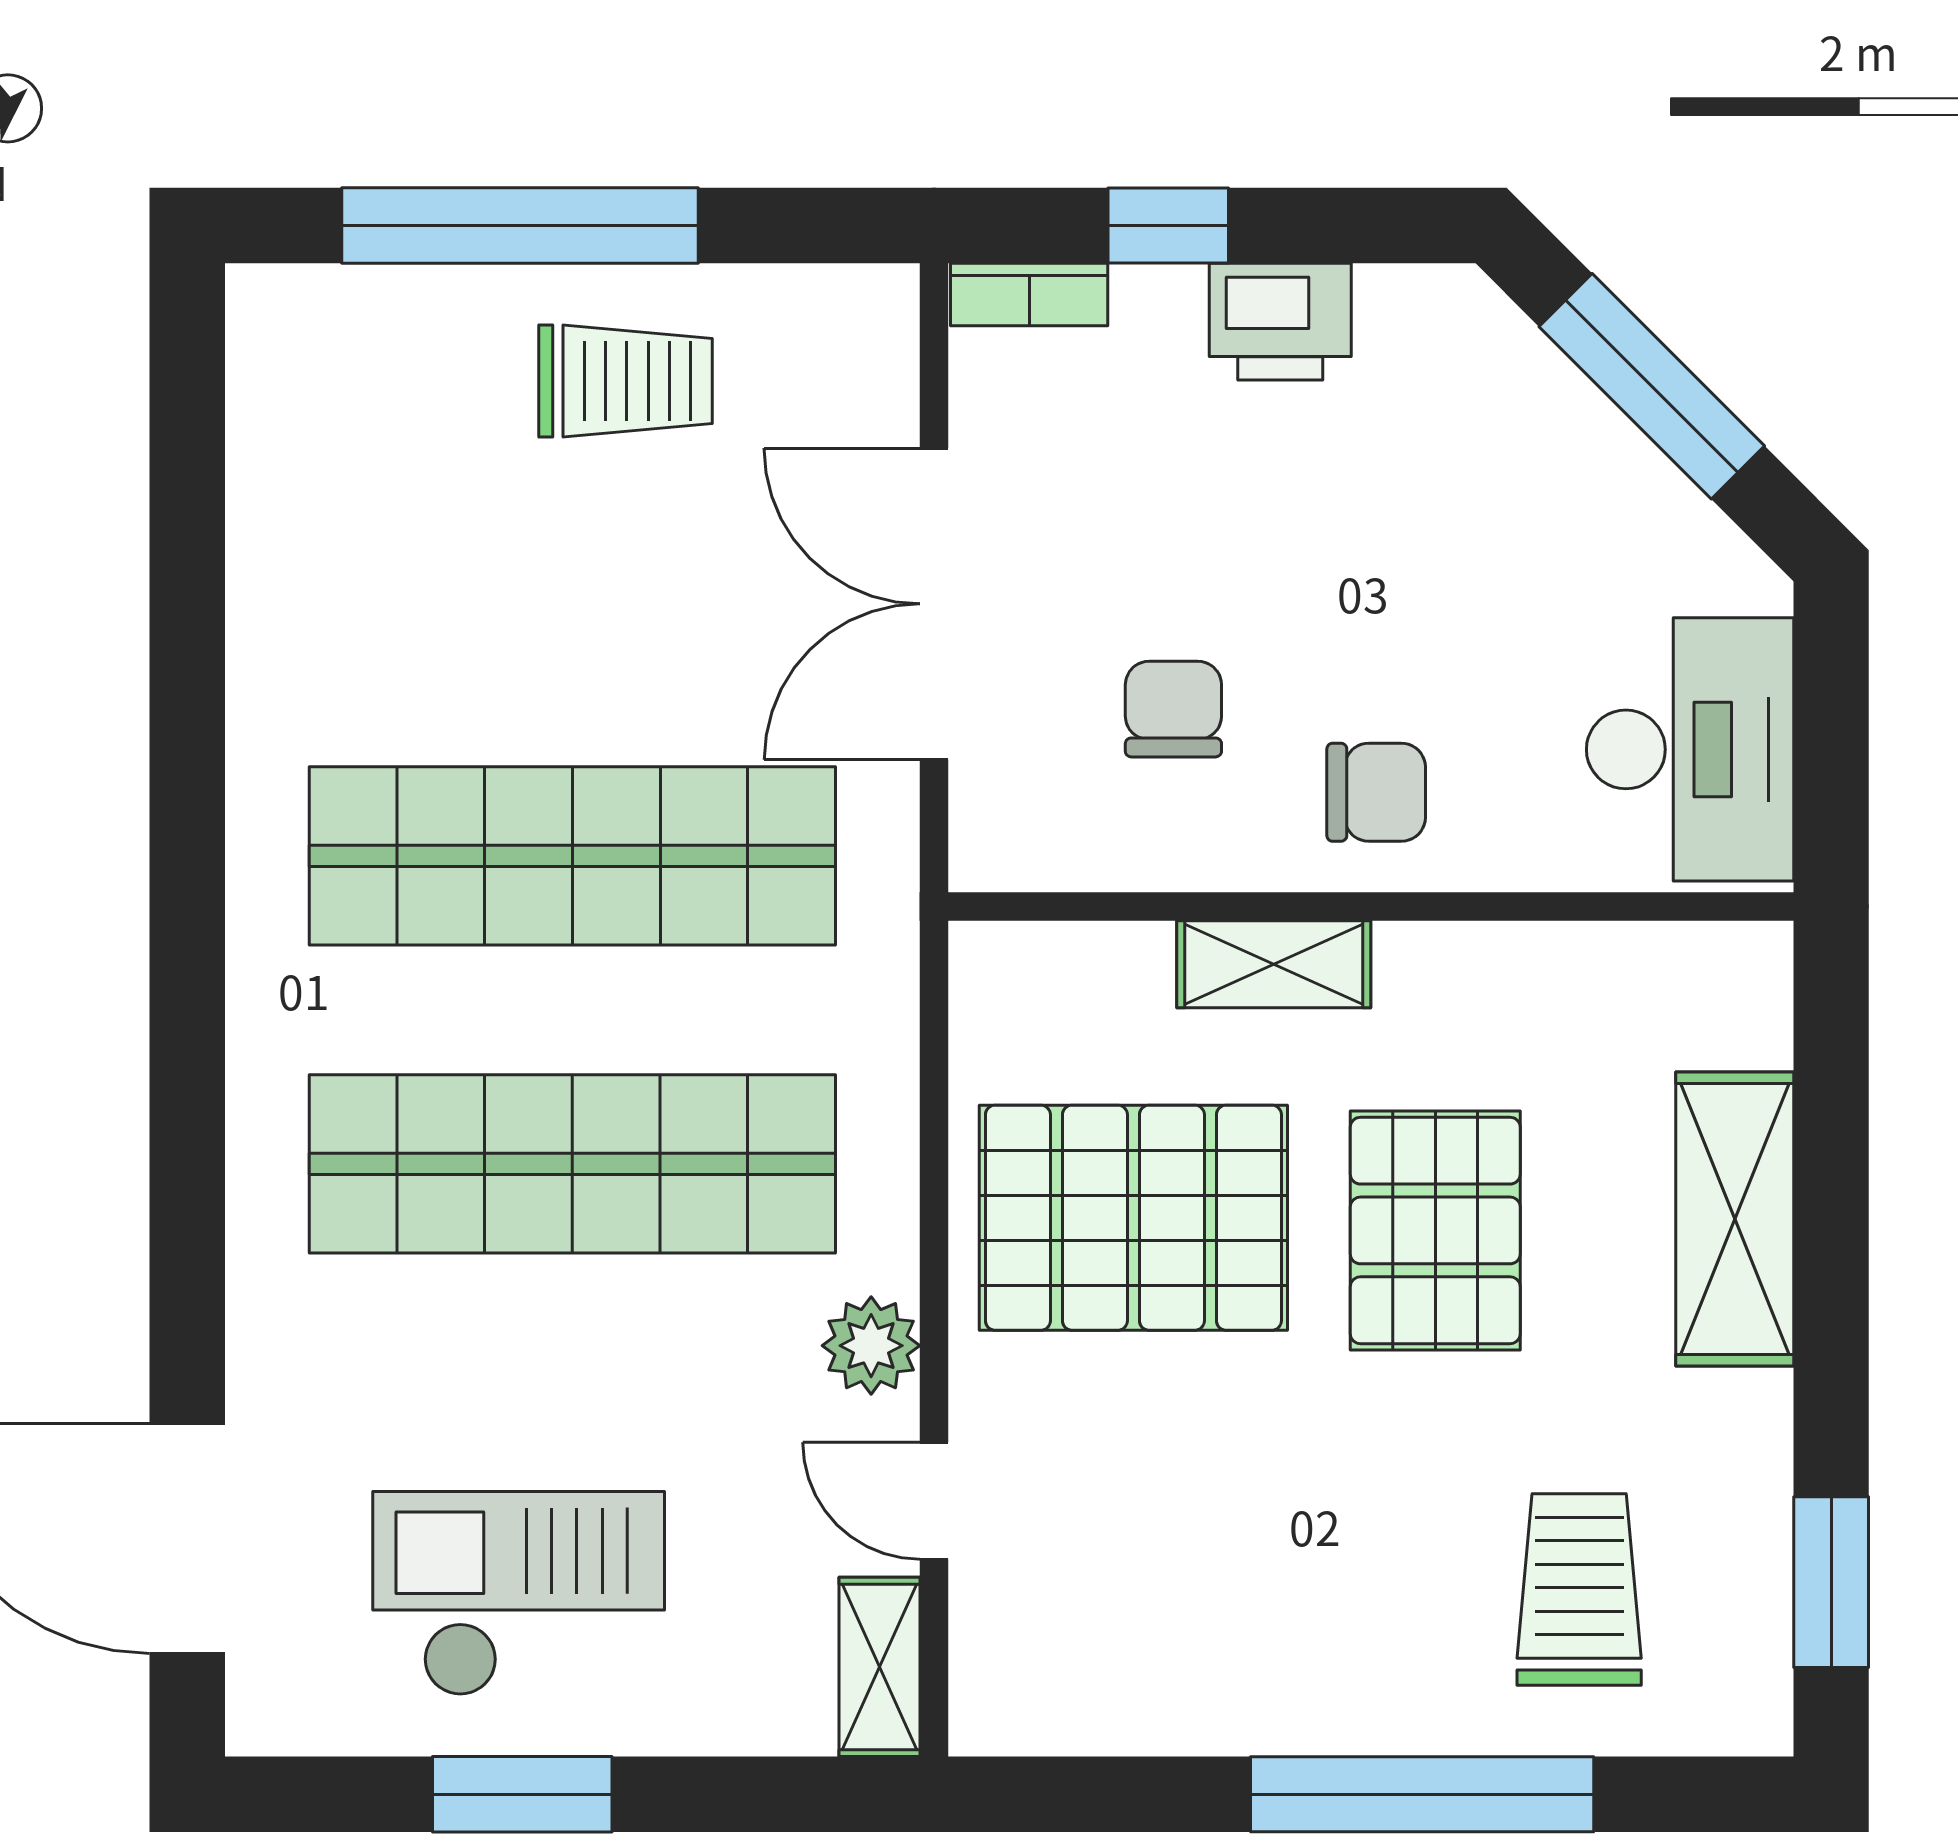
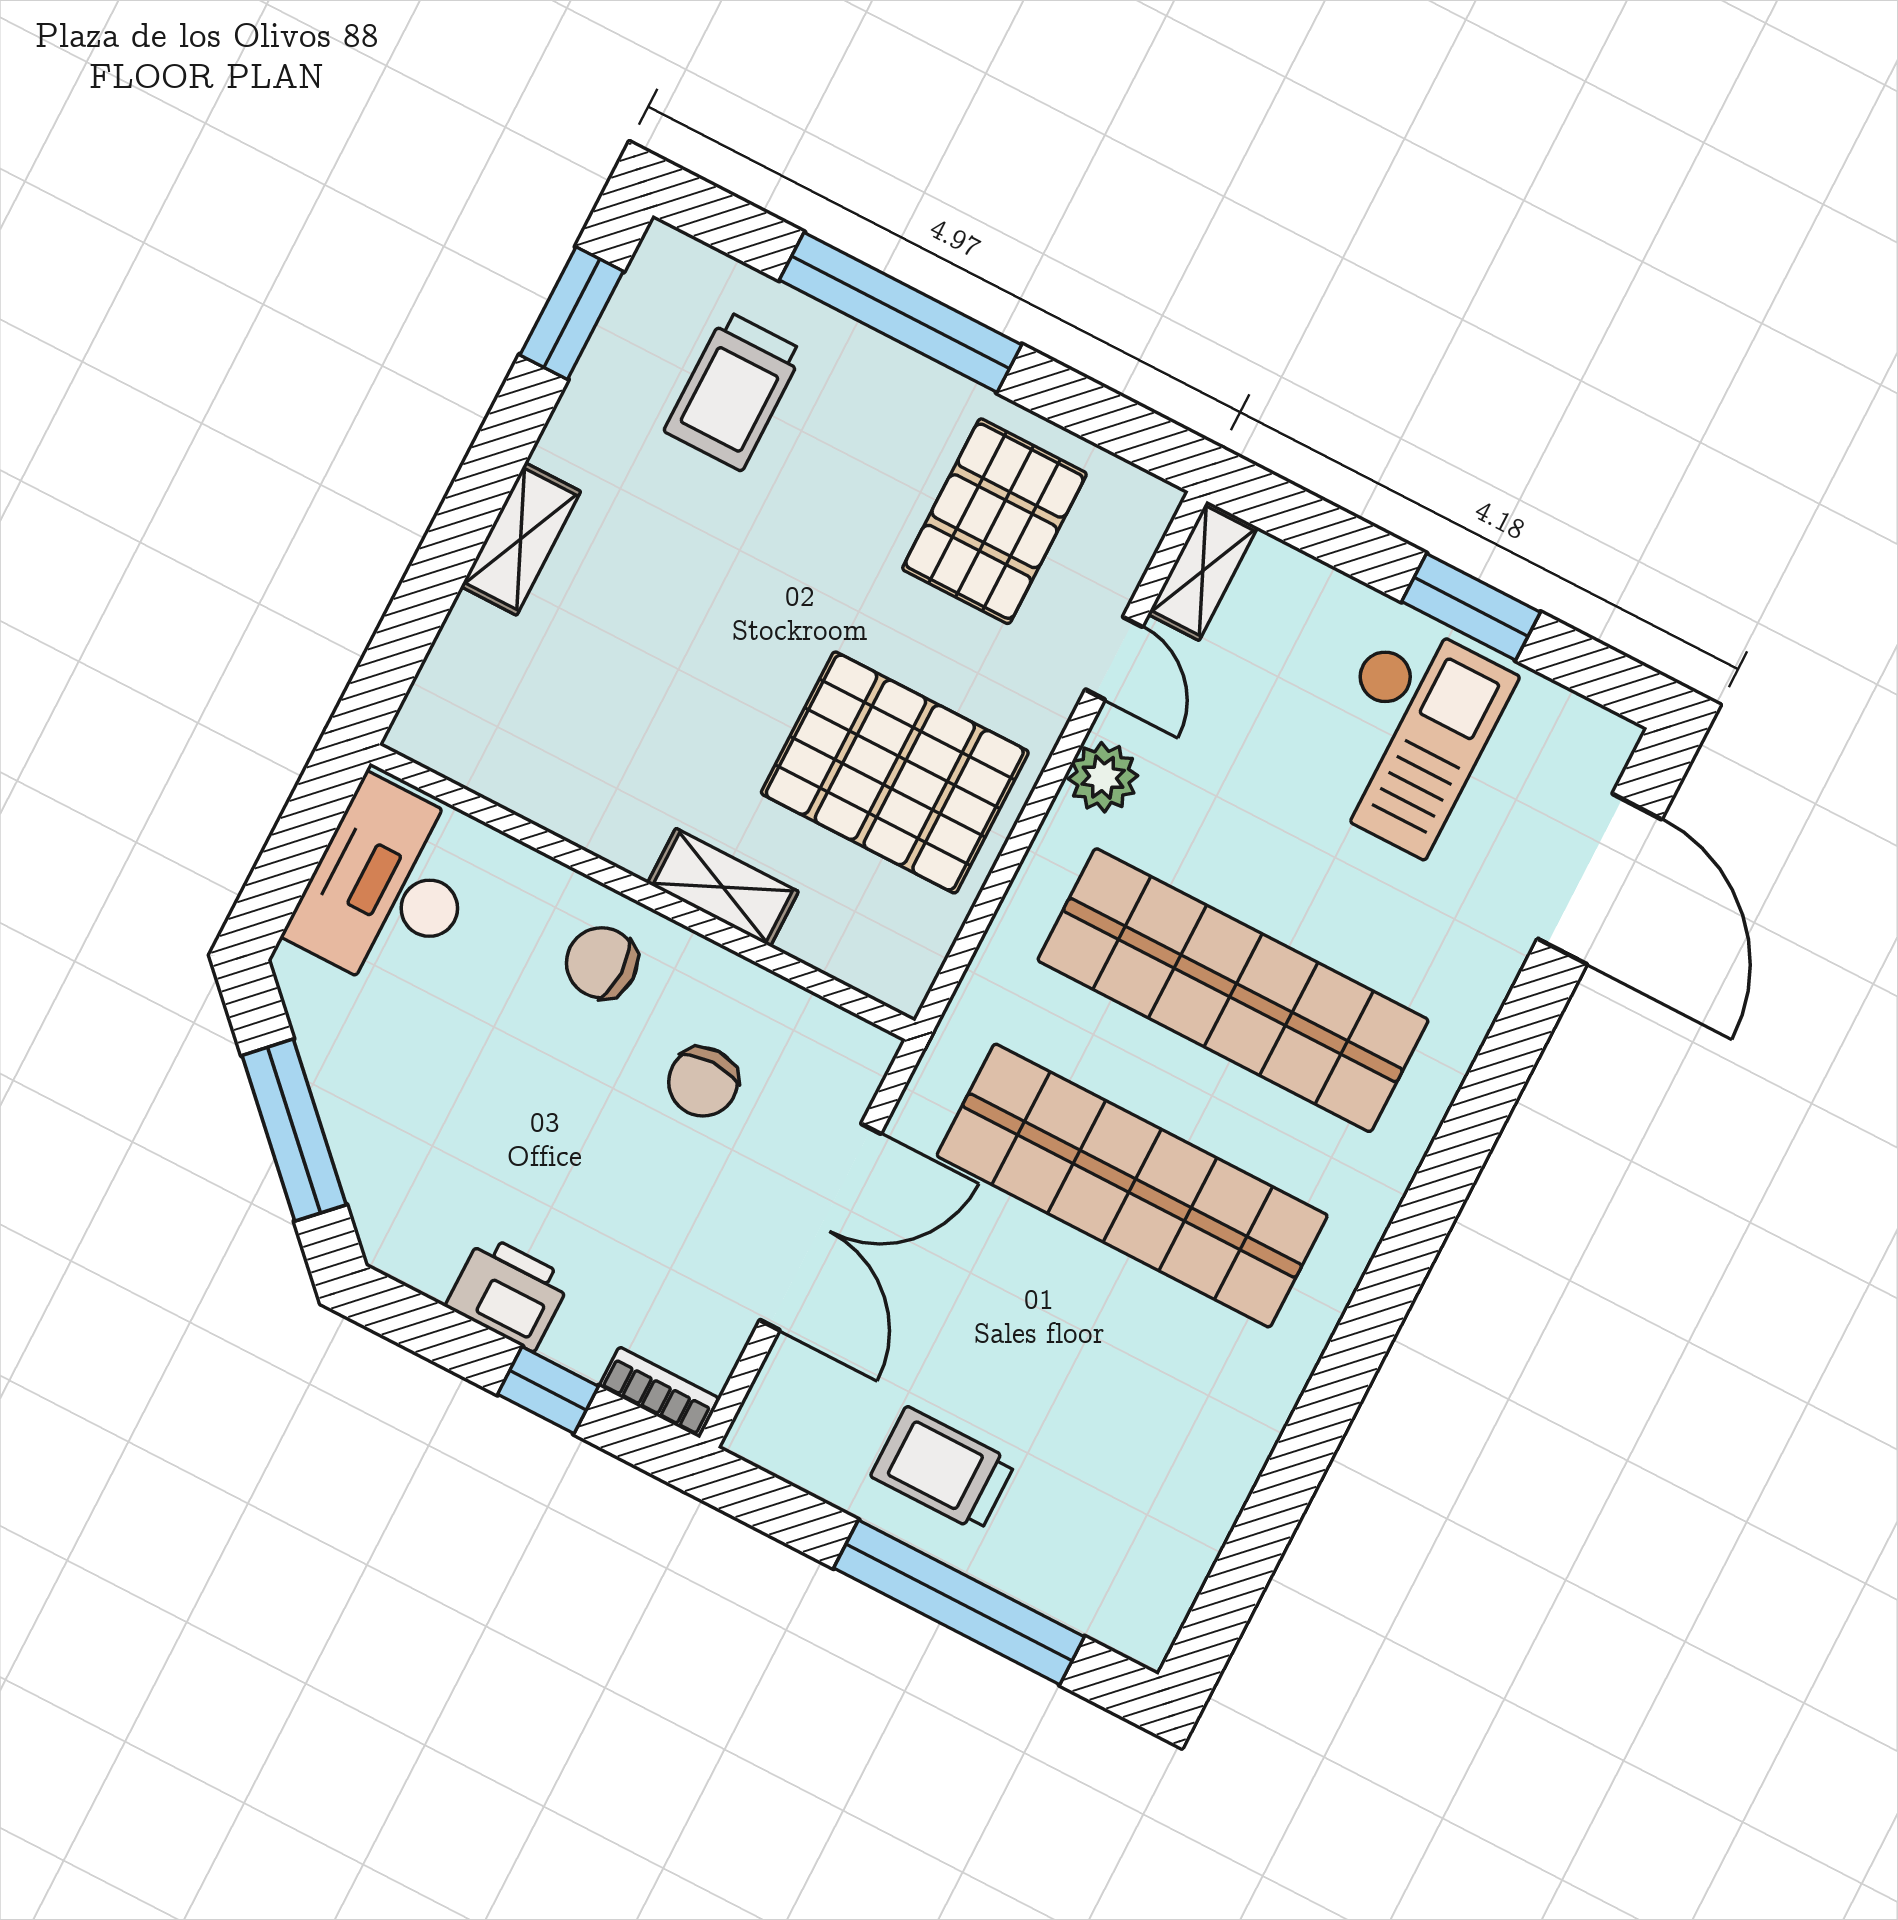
shelving: (1735, 1219) -> (521, 539), width x0.67, depth x0.75
pallet: (1435, 1230) -> (994, 521), moved
checkout: (519, 1594) -> (1408, 735), turned -90

